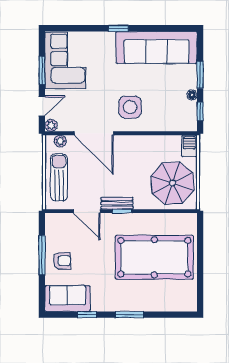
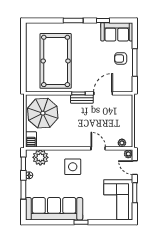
door: (42, 106) -> (135, 168), hinge flipped
plant: (176, 120) -> (40, 157), added
door: (94, 133) -> (98, 148), width x0.53
sun lounger: (59, 177) -> (123, 117), removed
door: (87, 211) -> (103, 93), hinge flipped
pool table: (154, 257) -> (56, 61), turned 90

